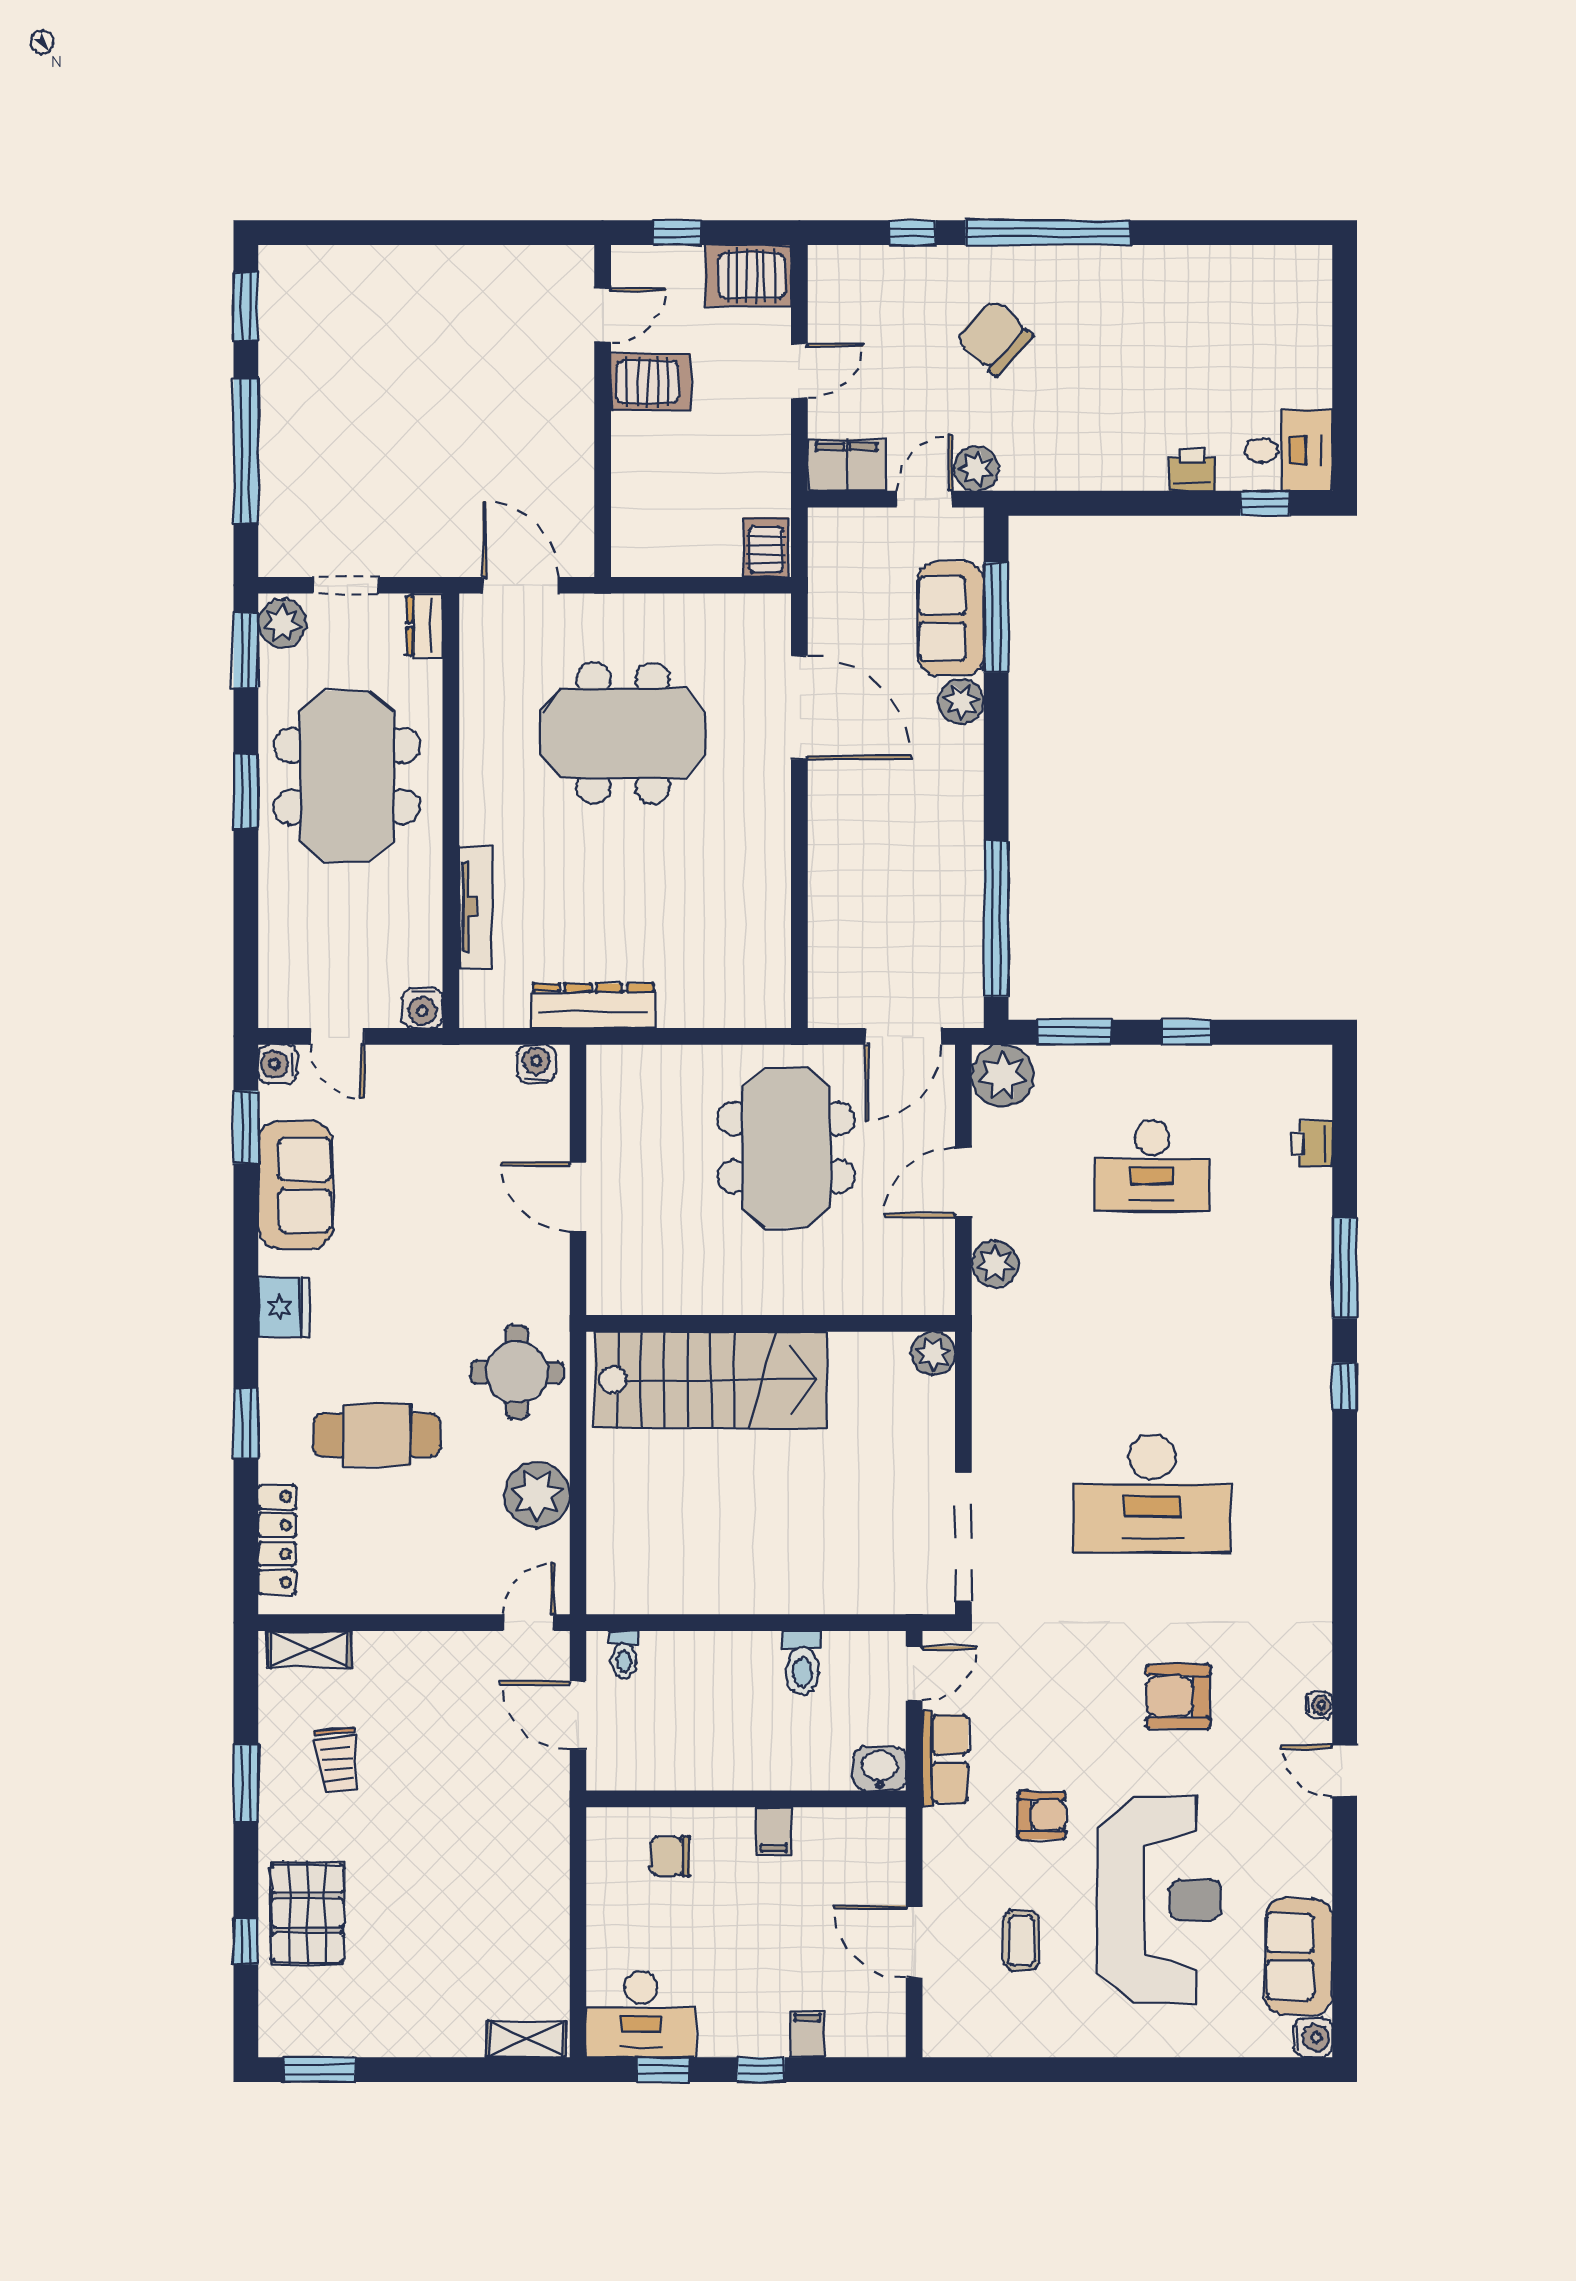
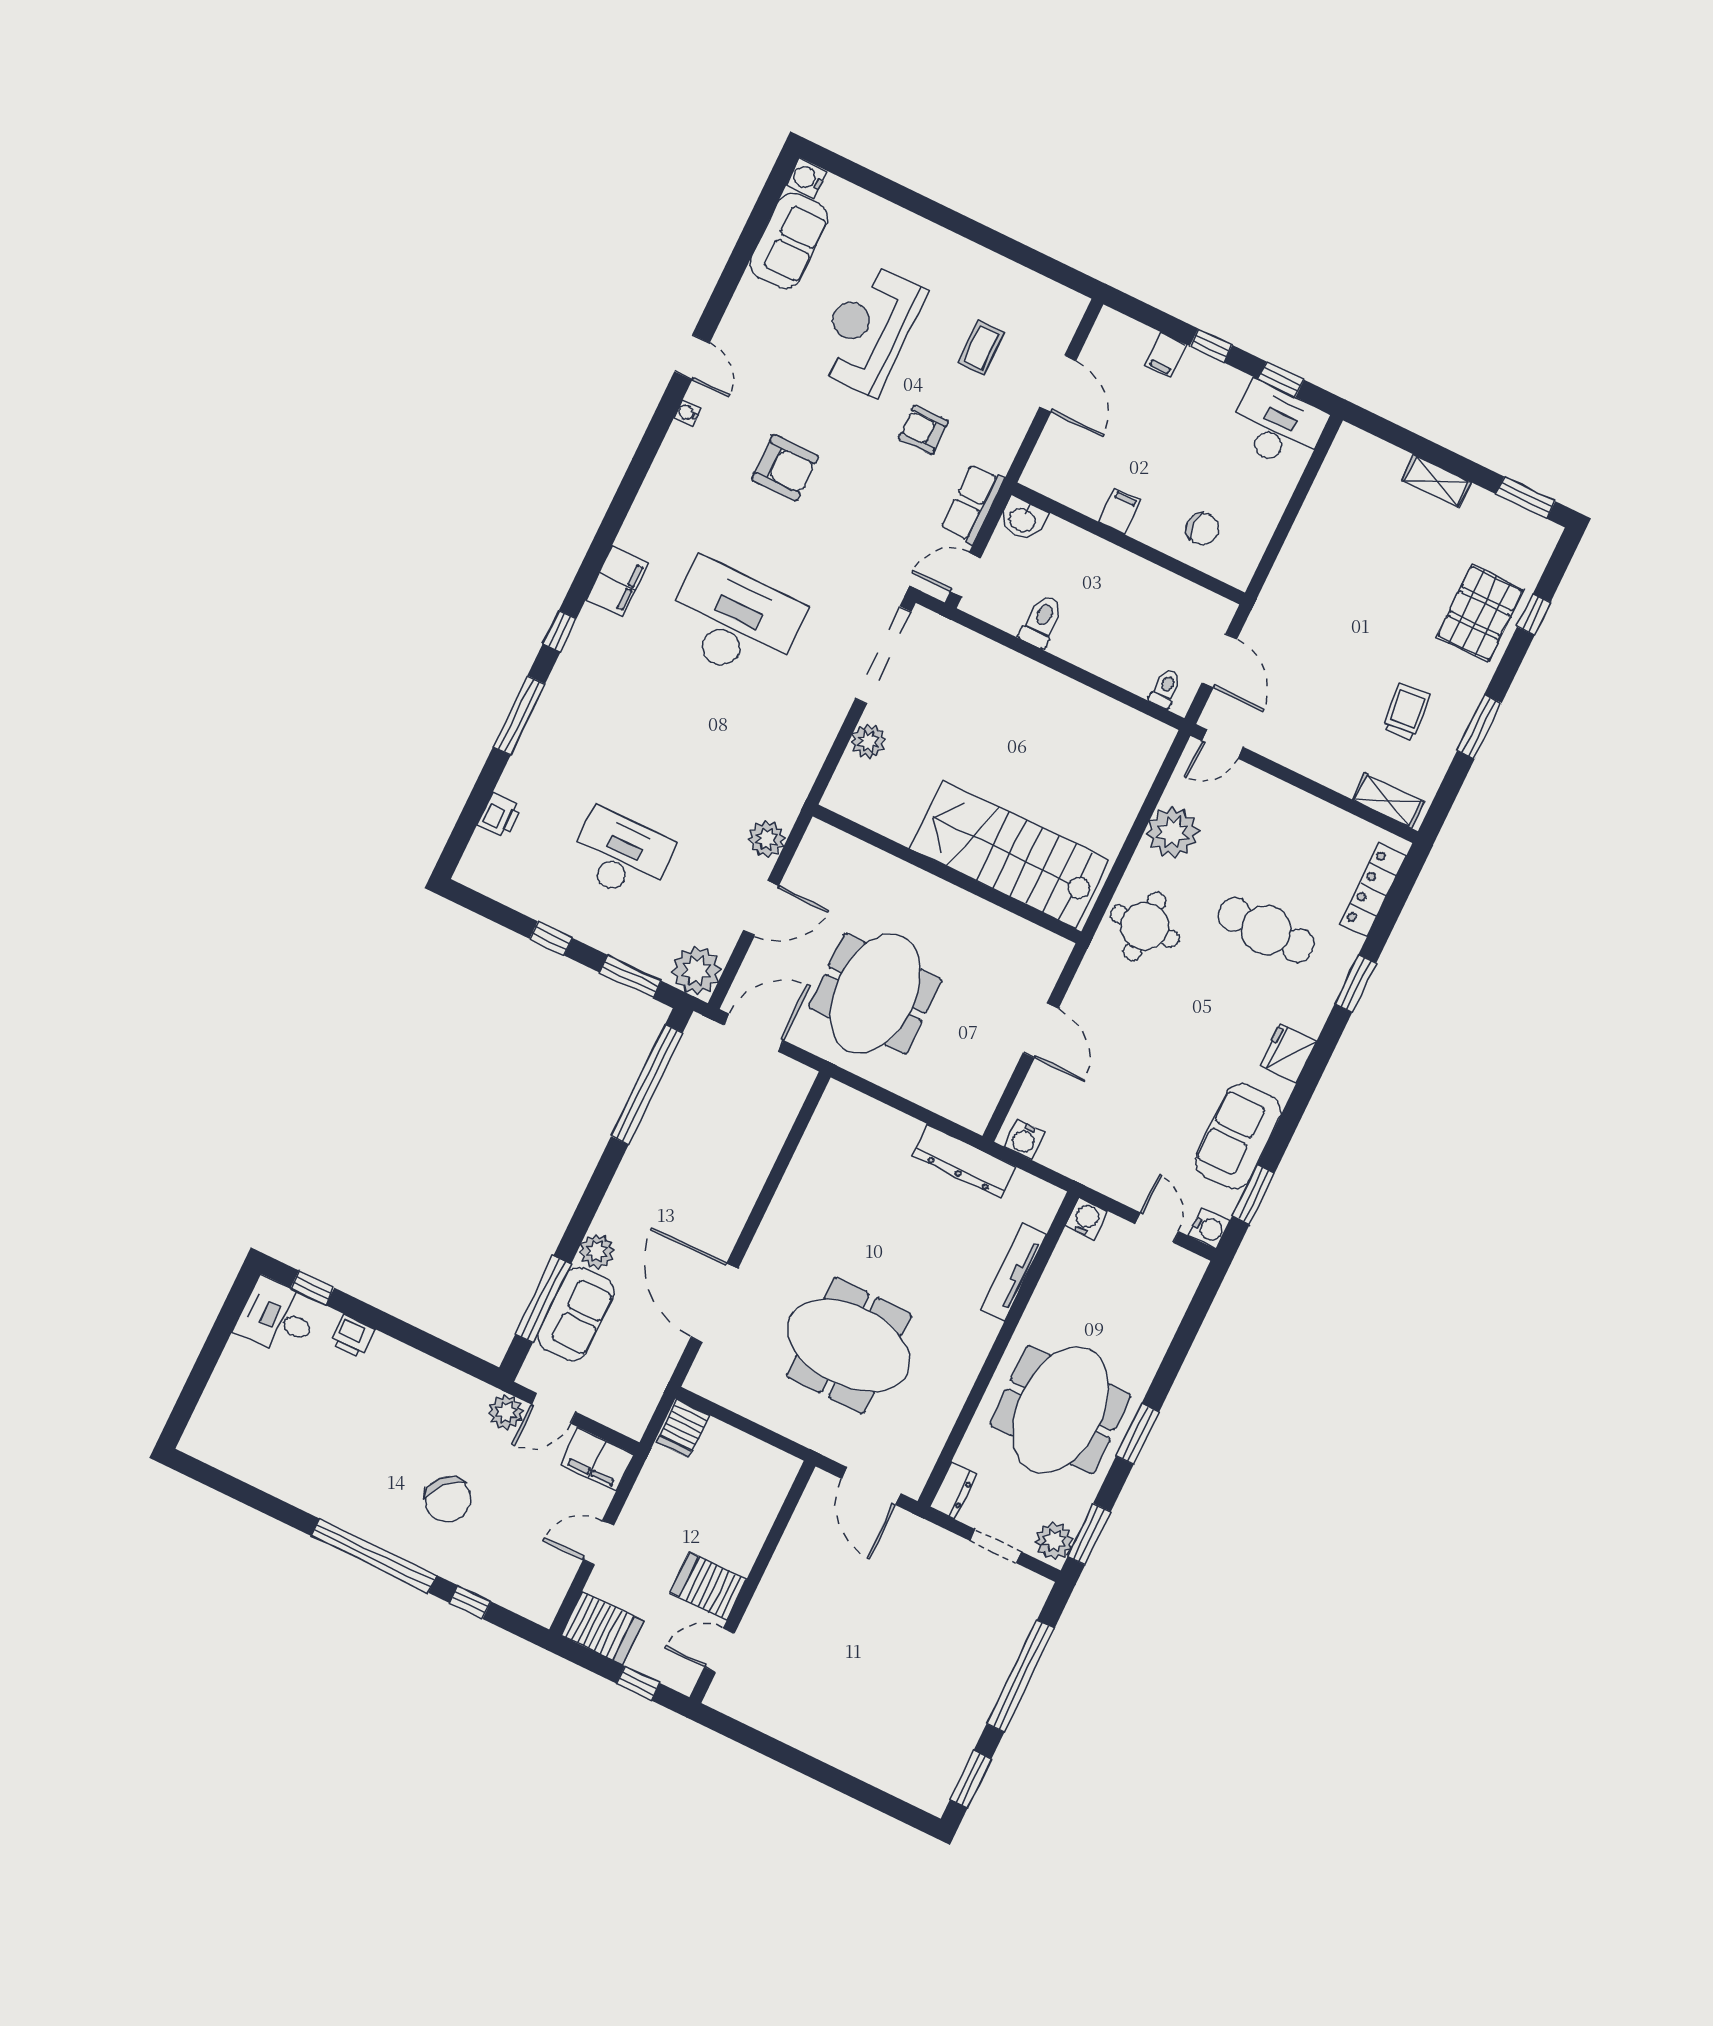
plant: (933, 1354) -> (868, 741), moved
filing cabinet: (1307, 1475) -> (617, 581), added
reception desk: (1159, 1900) -> (869, 329), width x0.74, depth x0.77
shelving: (526, 2039) -> (1436, 481), moved

